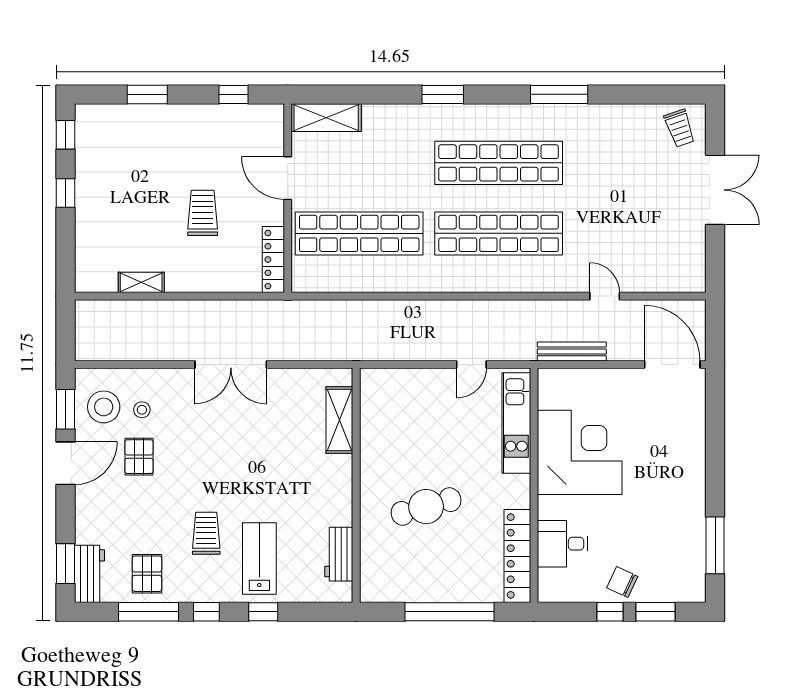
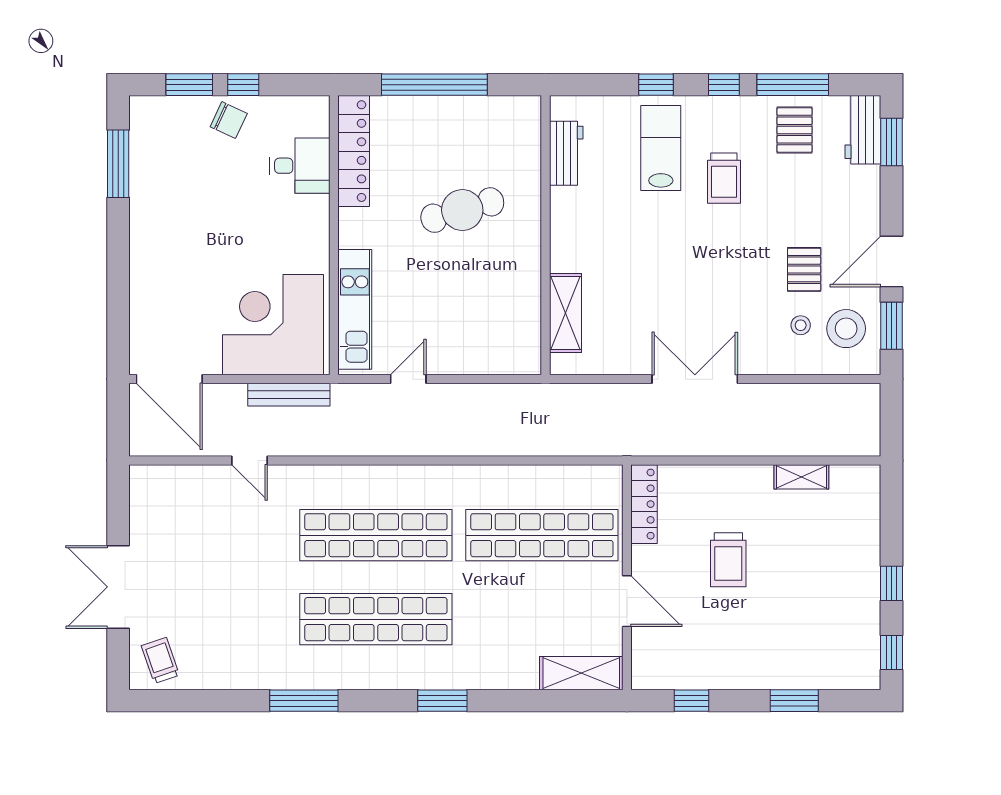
corner desk: (580, 452) -> (273, 325), moved, turned 90
lab bench: (259, 559) -> (661, 148), turned 180

